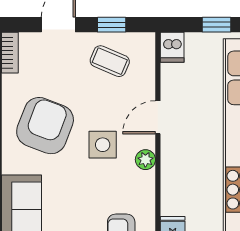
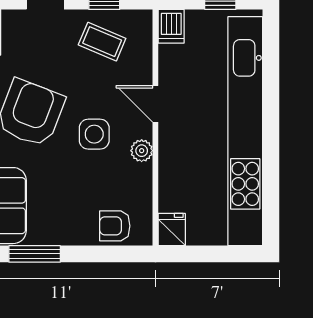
door: (158, 117) -> (155, 104), hinge flipped

